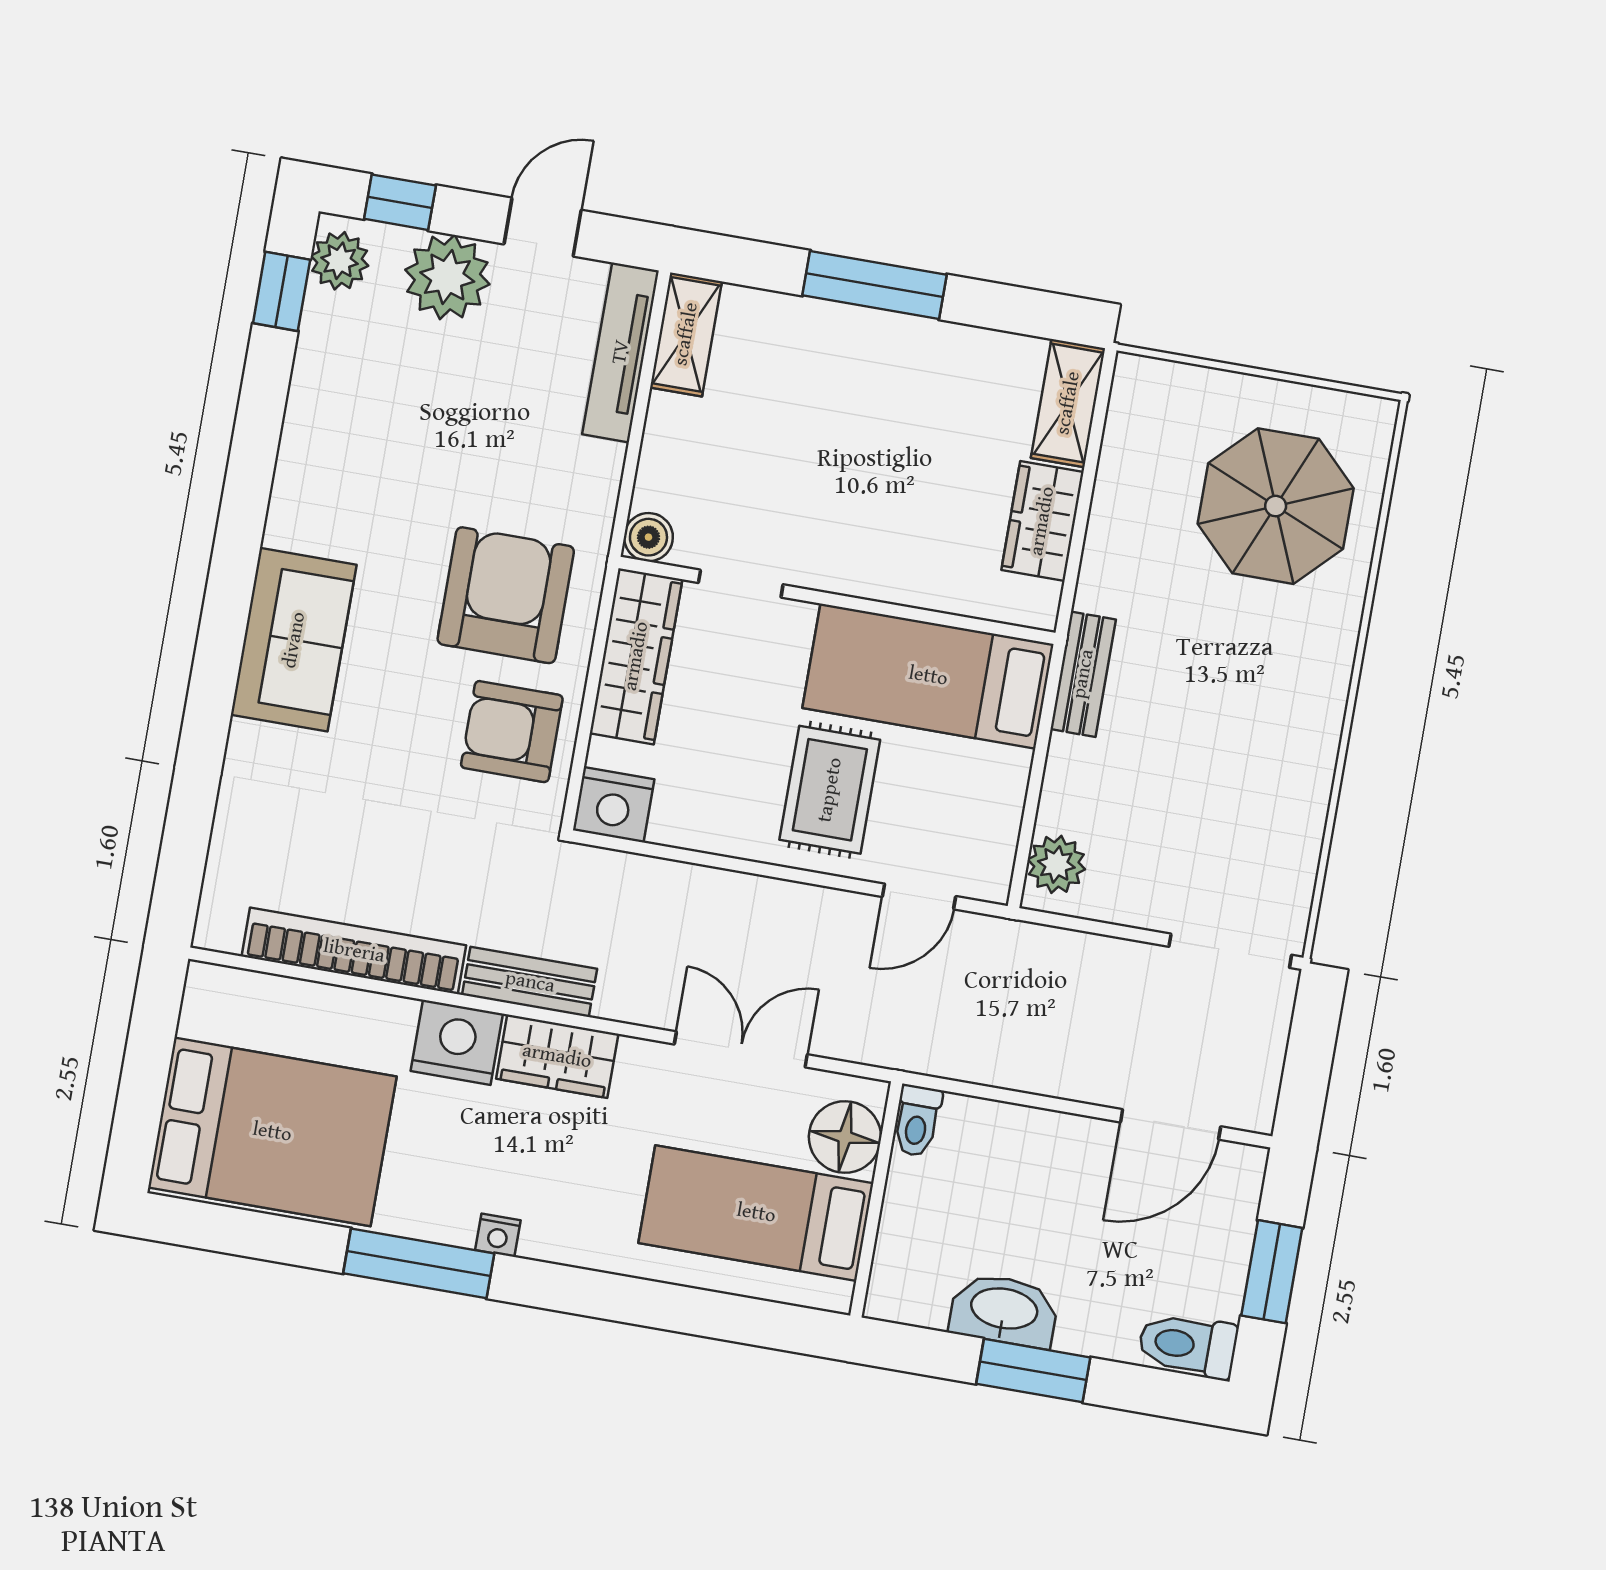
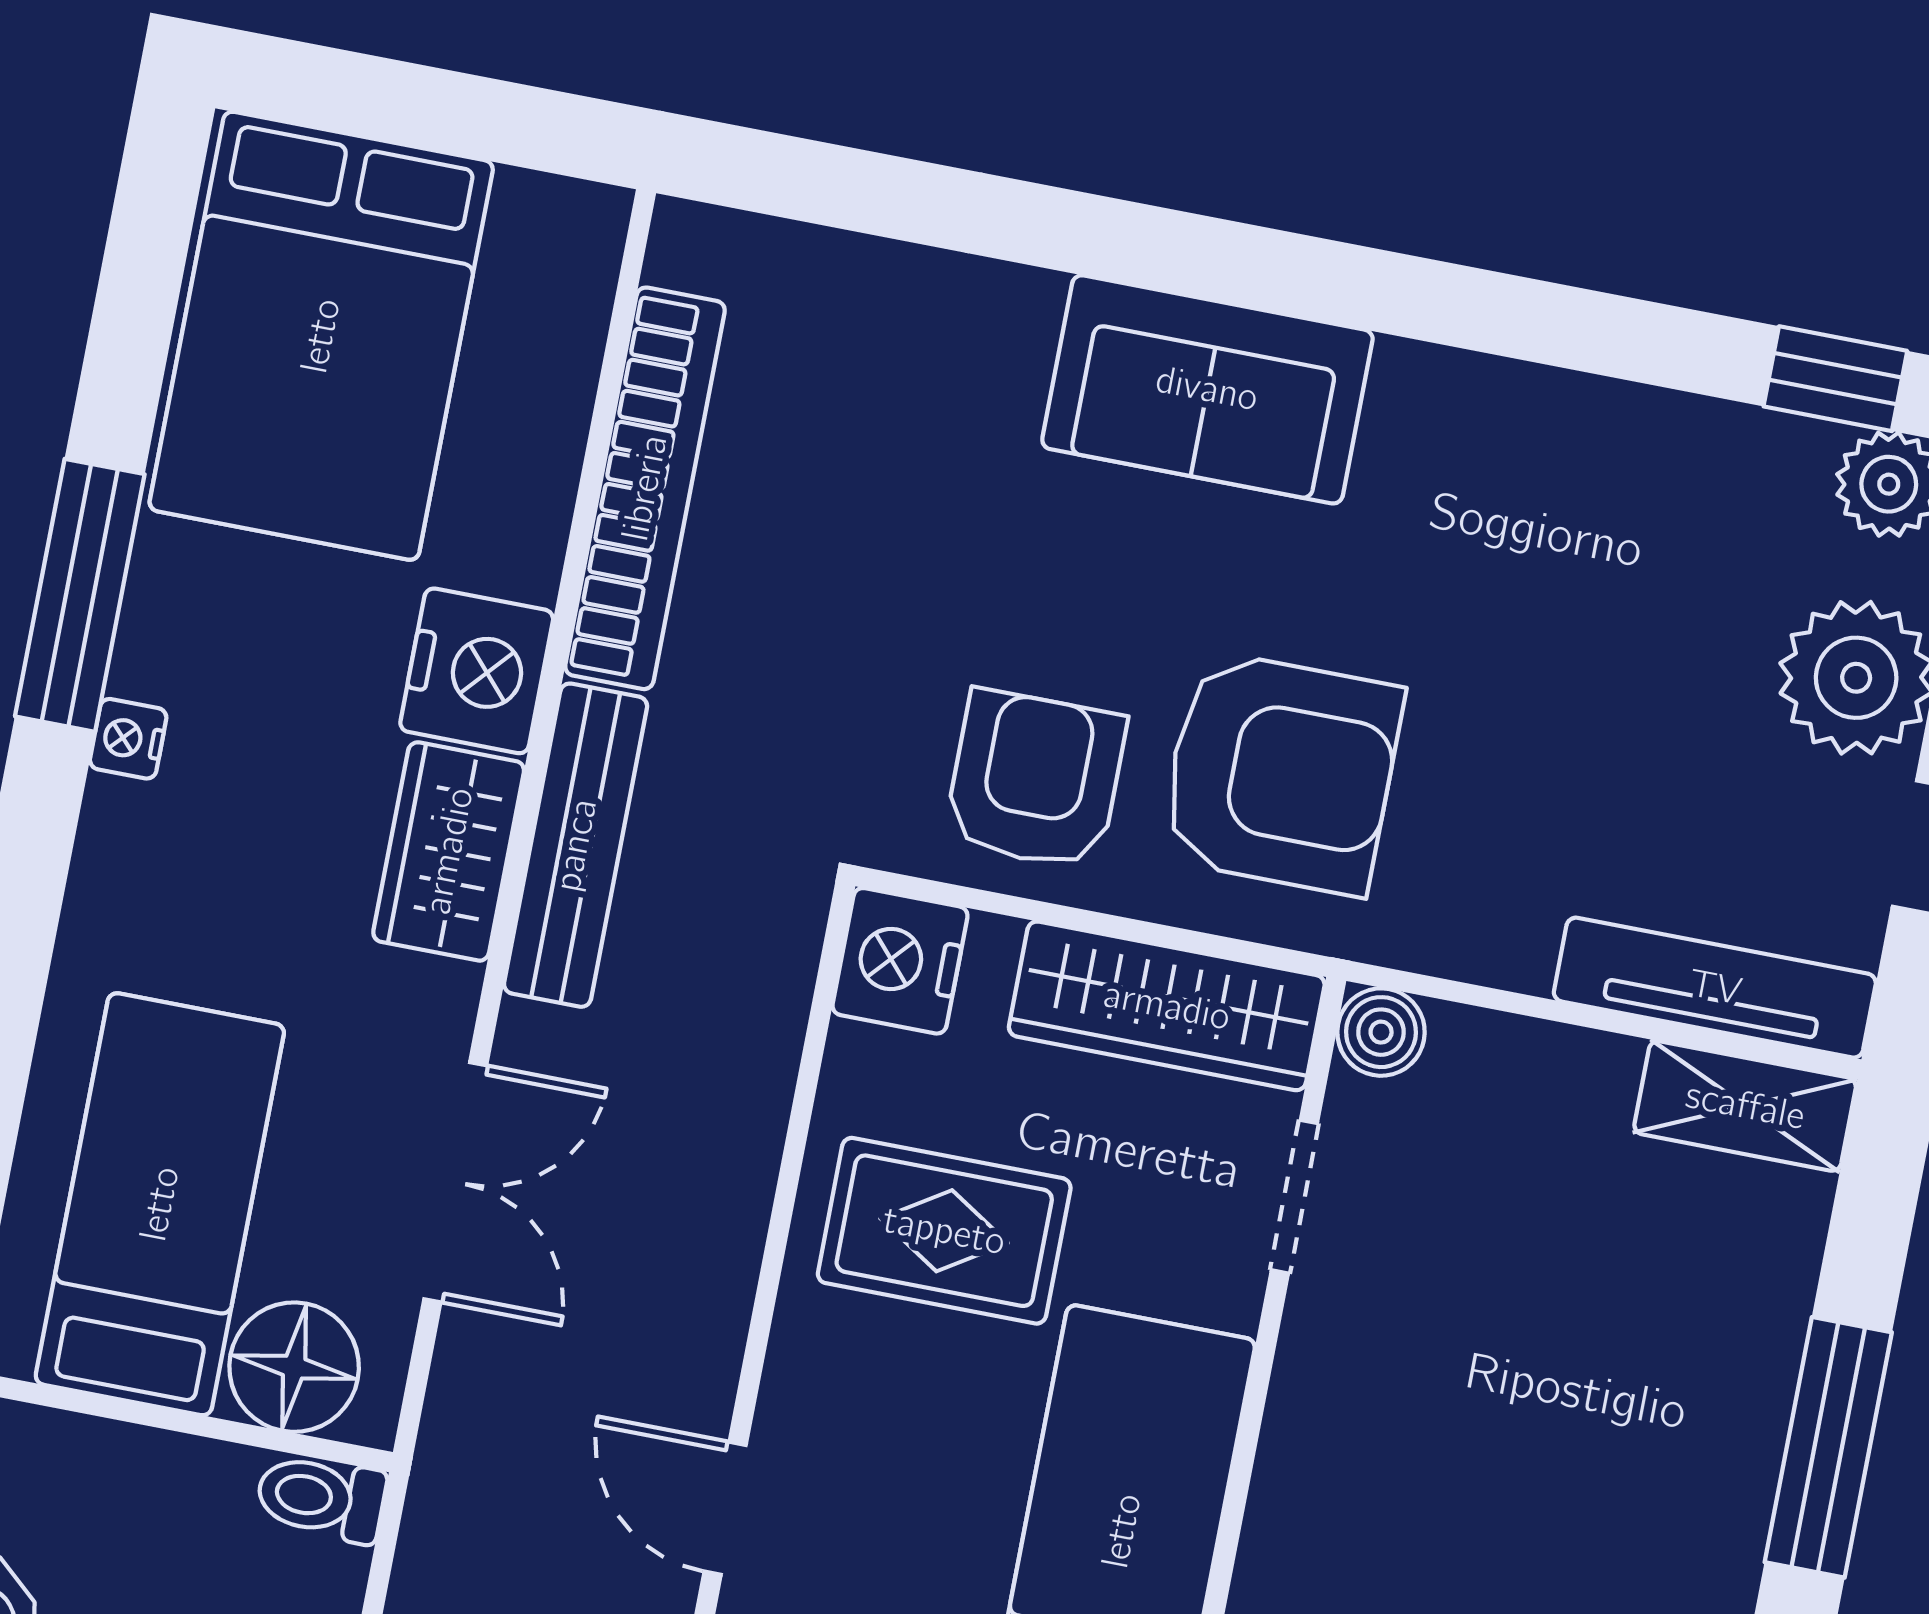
rug: (830, 790) -> (944, 1231), moved
bench: (530, 982) -> (576, 845), width x1.36

